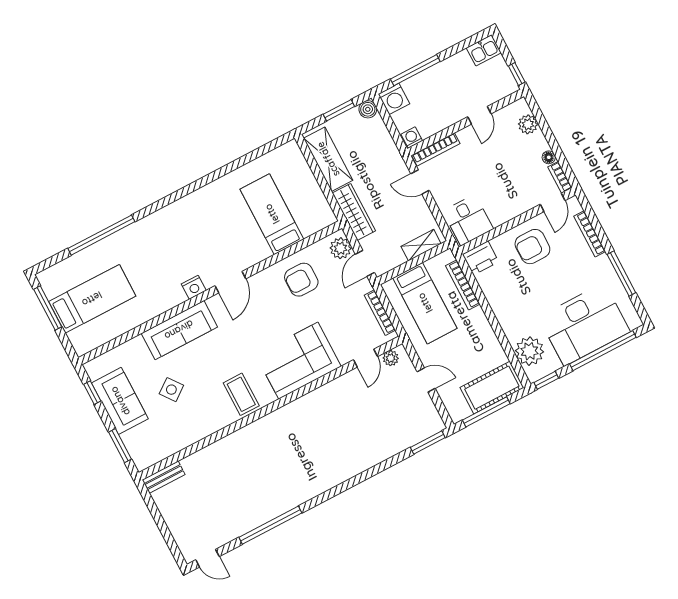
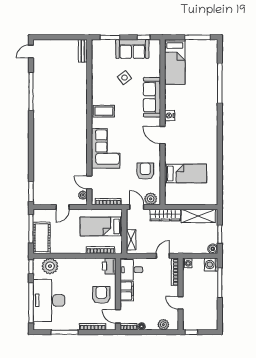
kitchen sink: (484, 50) -> (212, 322), removed
filing cabinet: (505, 210) -> (127, 291), added
bed: (92, 299) -> (175, 62), moved

